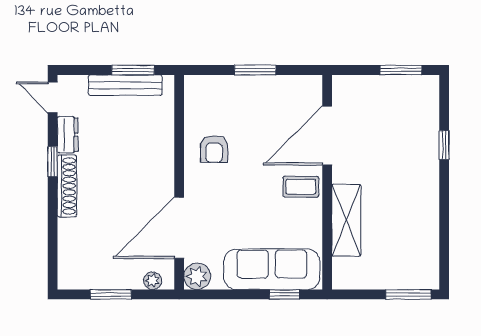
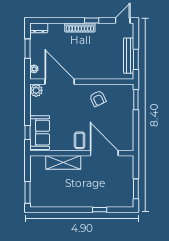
window: (255, 70) -> (136, 100), moved
dresser: (68, 135) -> (39, 28), moved
armchair: (214, 149) -> (98, 99), turned -115
sofa: (272, 269) -> (40, 133), width x0.73

